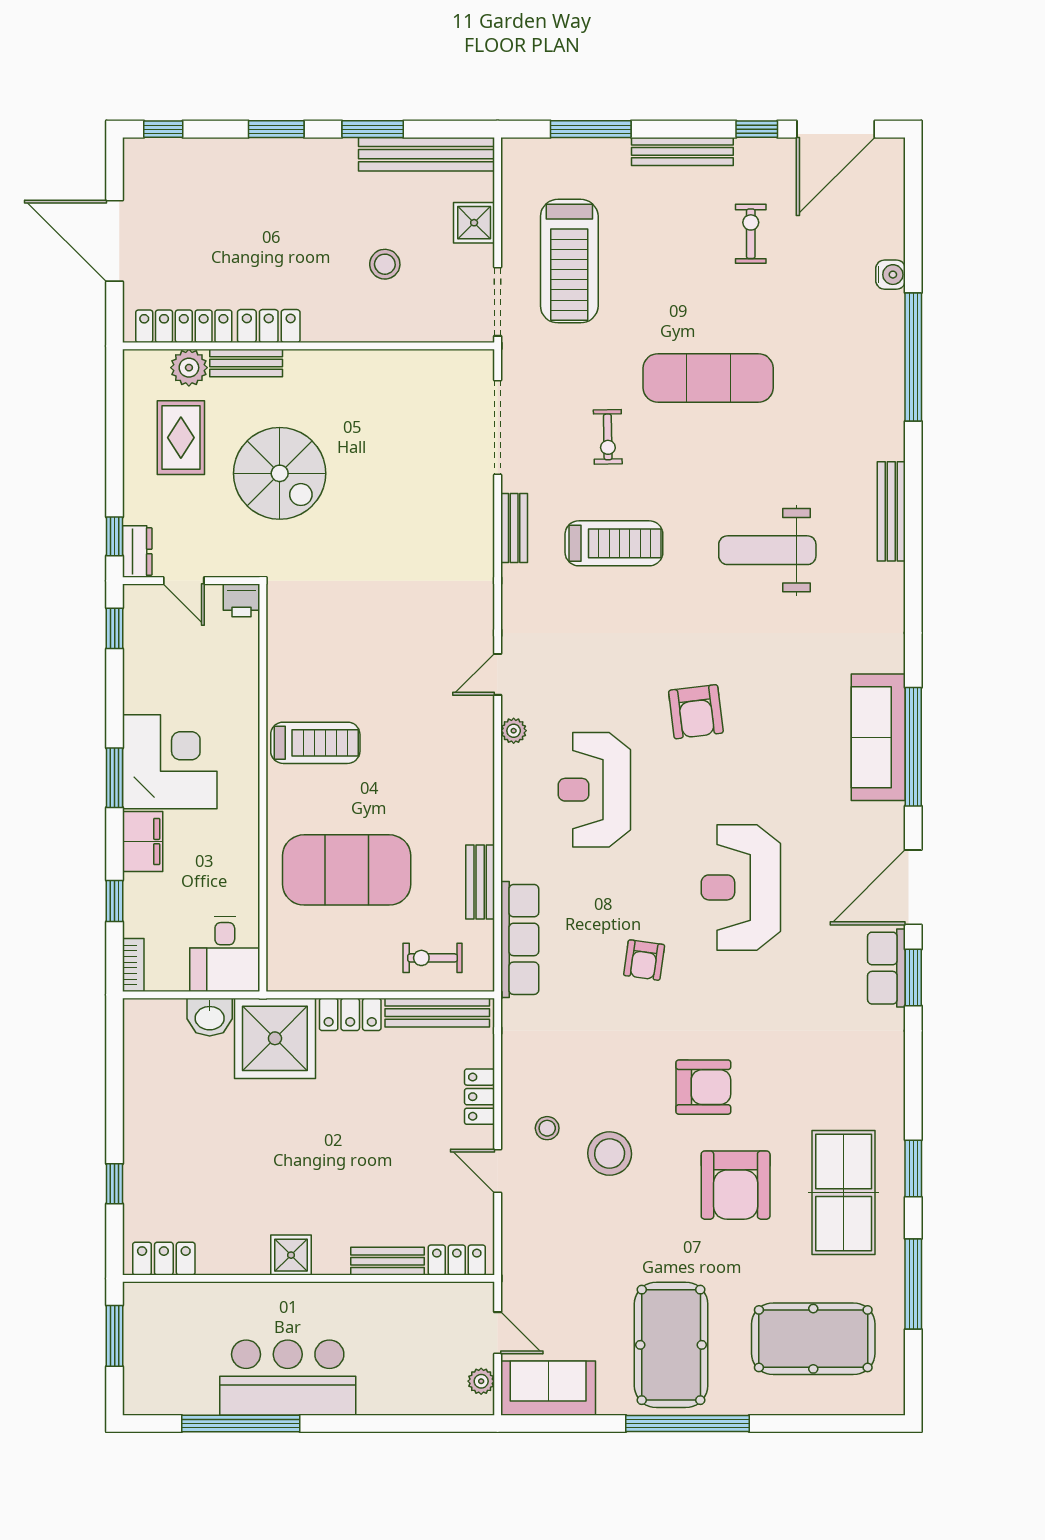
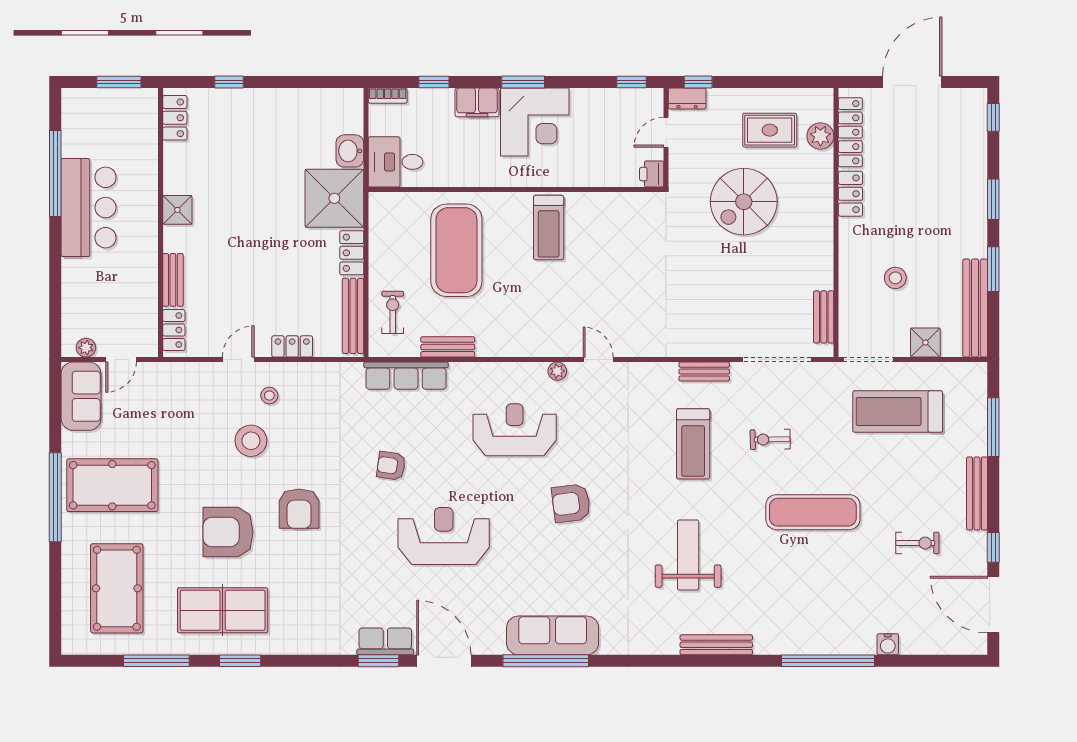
bench: (246, 363) -> (824, 317), moved
exercise mat: (708, 378) -> (813, 512), turned 90

